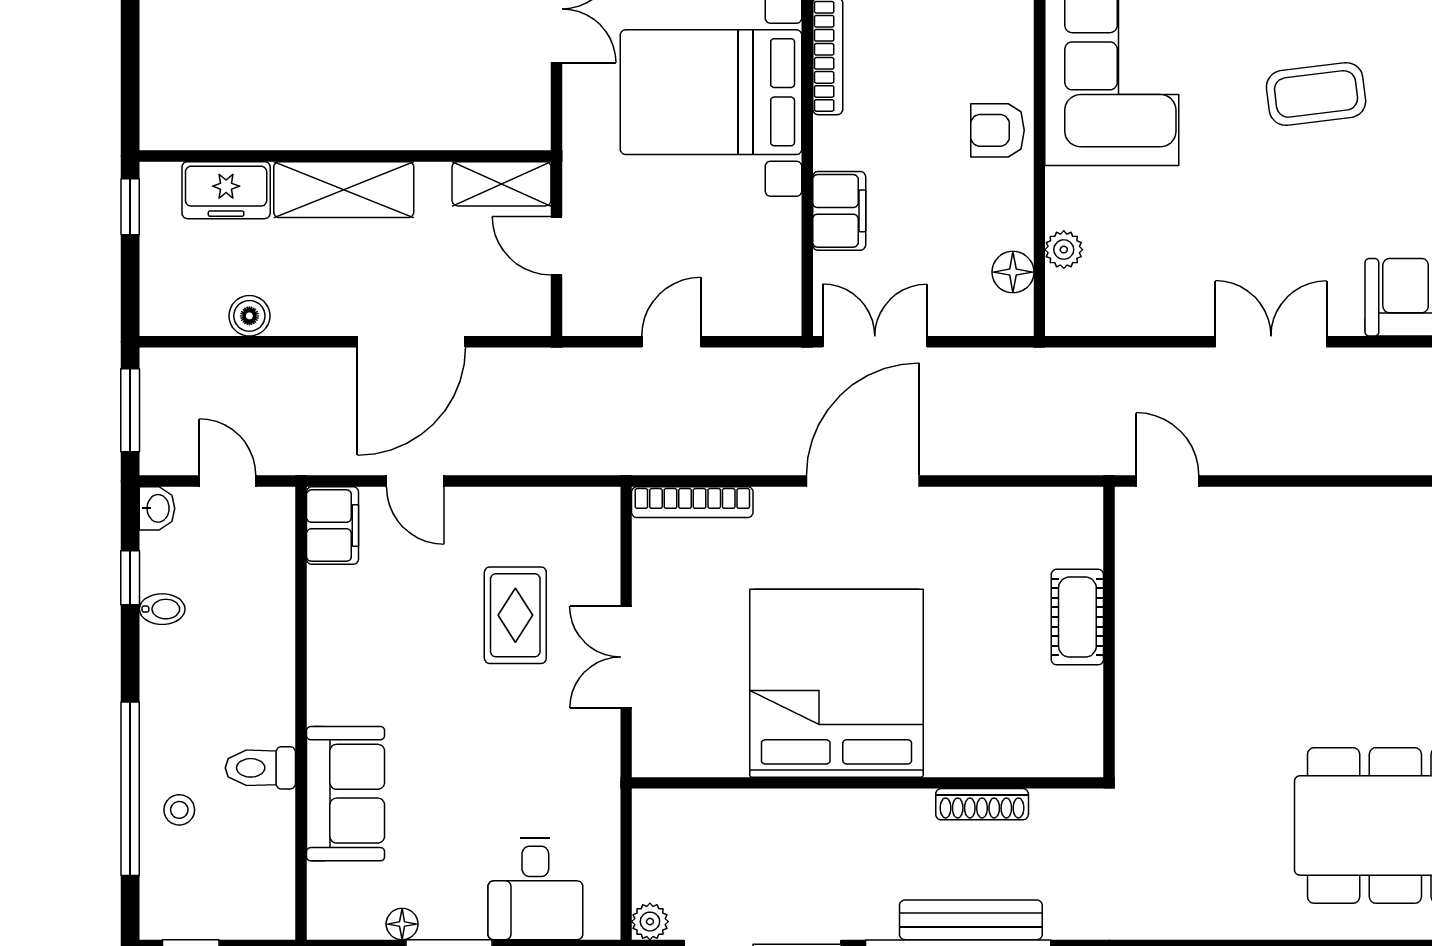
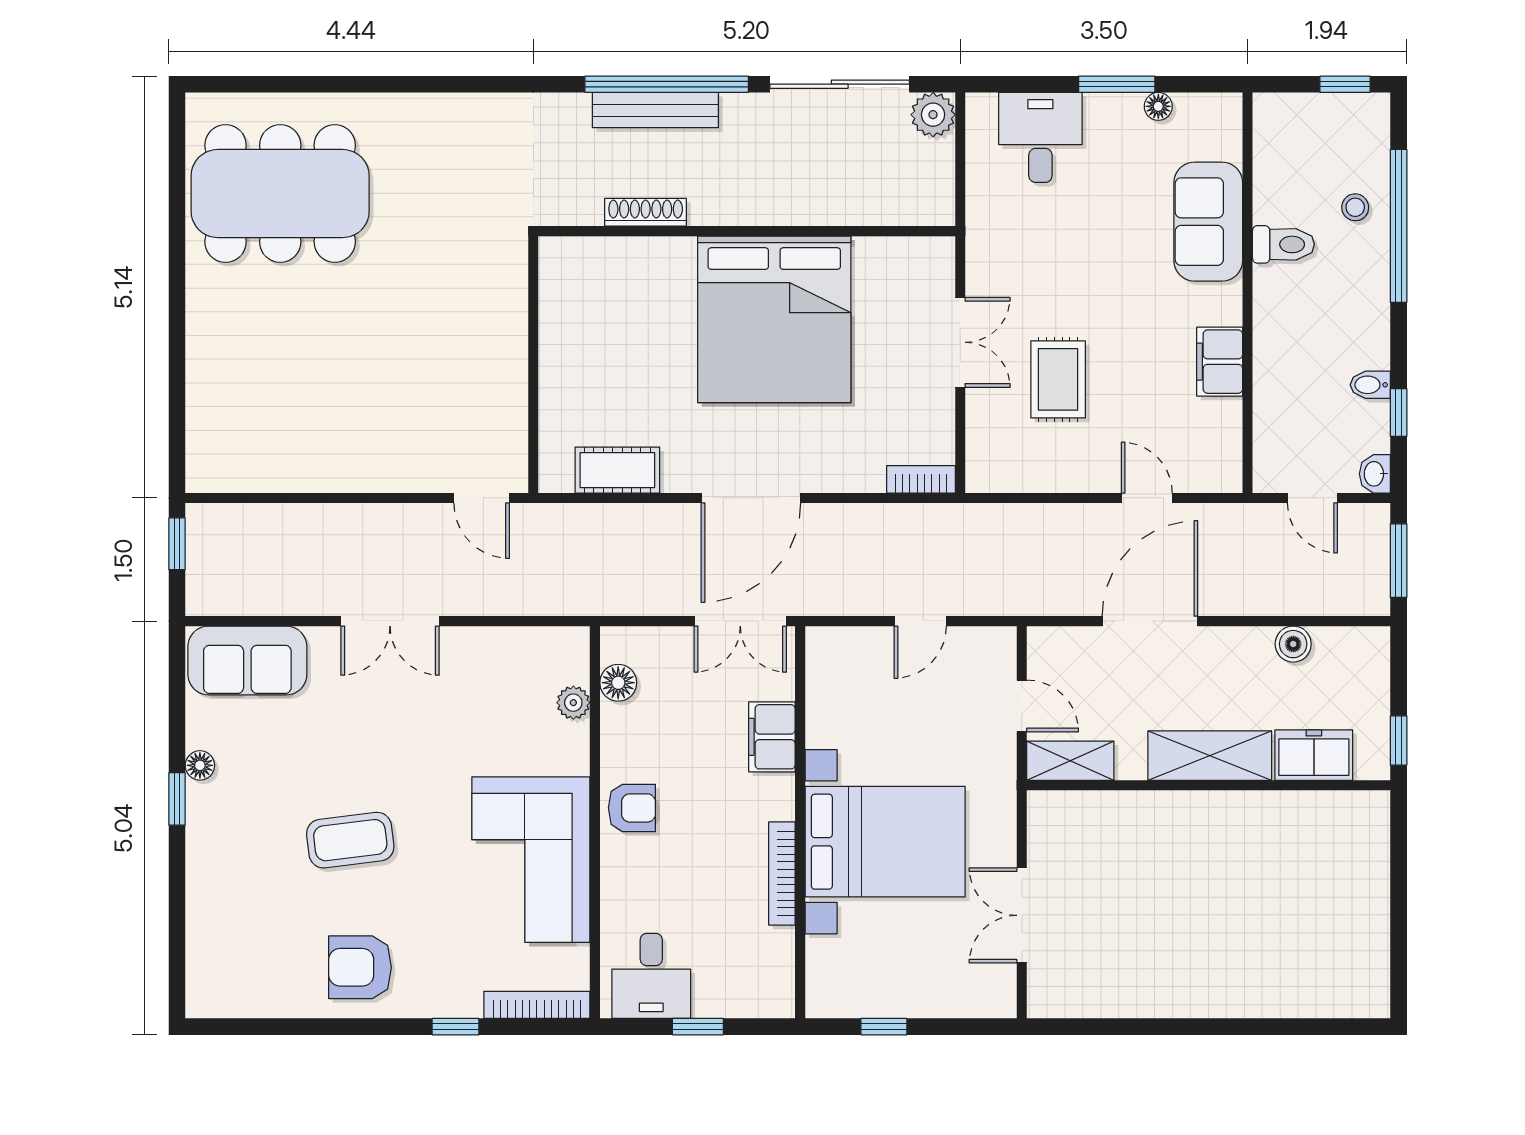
bookcase: (692, 502) -> (921, 479), width x0.64
filing cabinet: (333, 526) -> (1220, 362), moved
cot: (1077, 617) -> (617, 470), moved, turned 90
plant: (650, 922) -> (933, 115), width x1.38, depth x1.38

